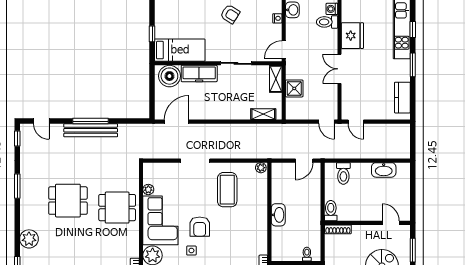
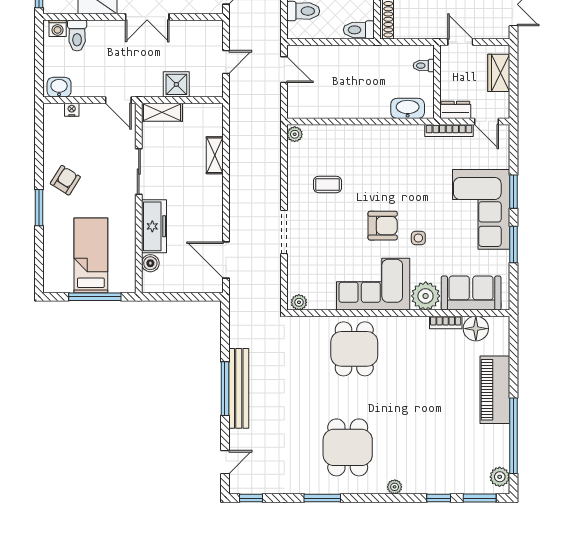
window: (152, 34) -> (95, 297), width x2.17
bed: (180, 50) -> (91, 255), moved
boiler: (169, 76) -> (150, 263), width x0.54, depth x0.54
shelving: (263, 114) -> (215, 155), moved
door: (327, 122) -> (226, 62), moved
plant: (148, 189) -> (299, 302), moved
coffee table: (227, 190) -> (327, 184), width x0.54, depth x0.58
dining table: (68, 201) -> (348, 447), moved
washbasin: (278, 215) -> (408, 108), moved
plant: (29, 239) -> (395, 487), width x0.53, depth x0.53

